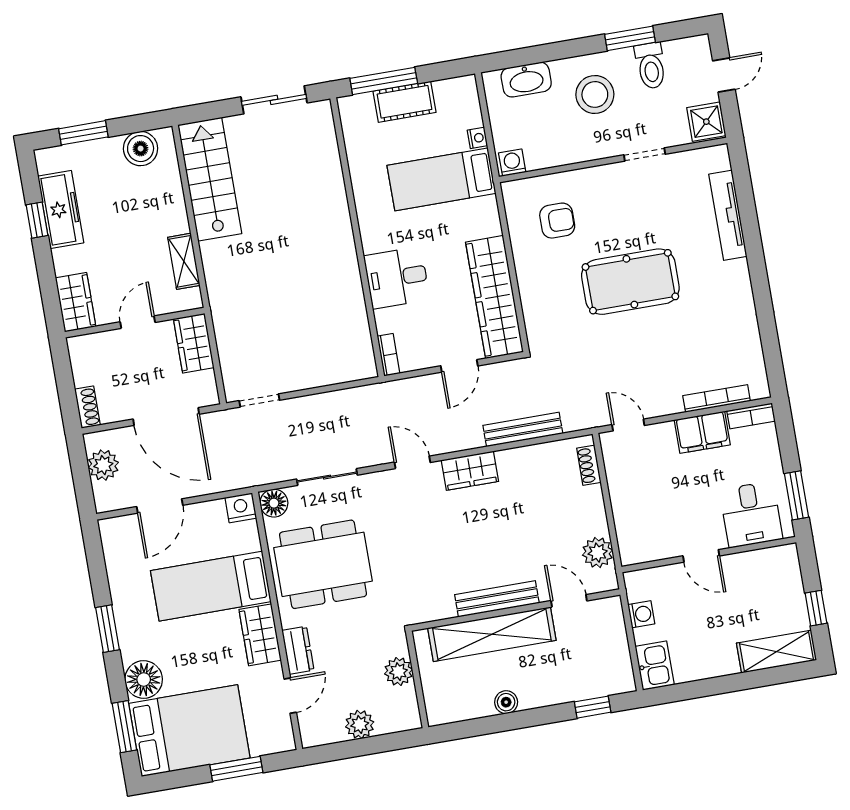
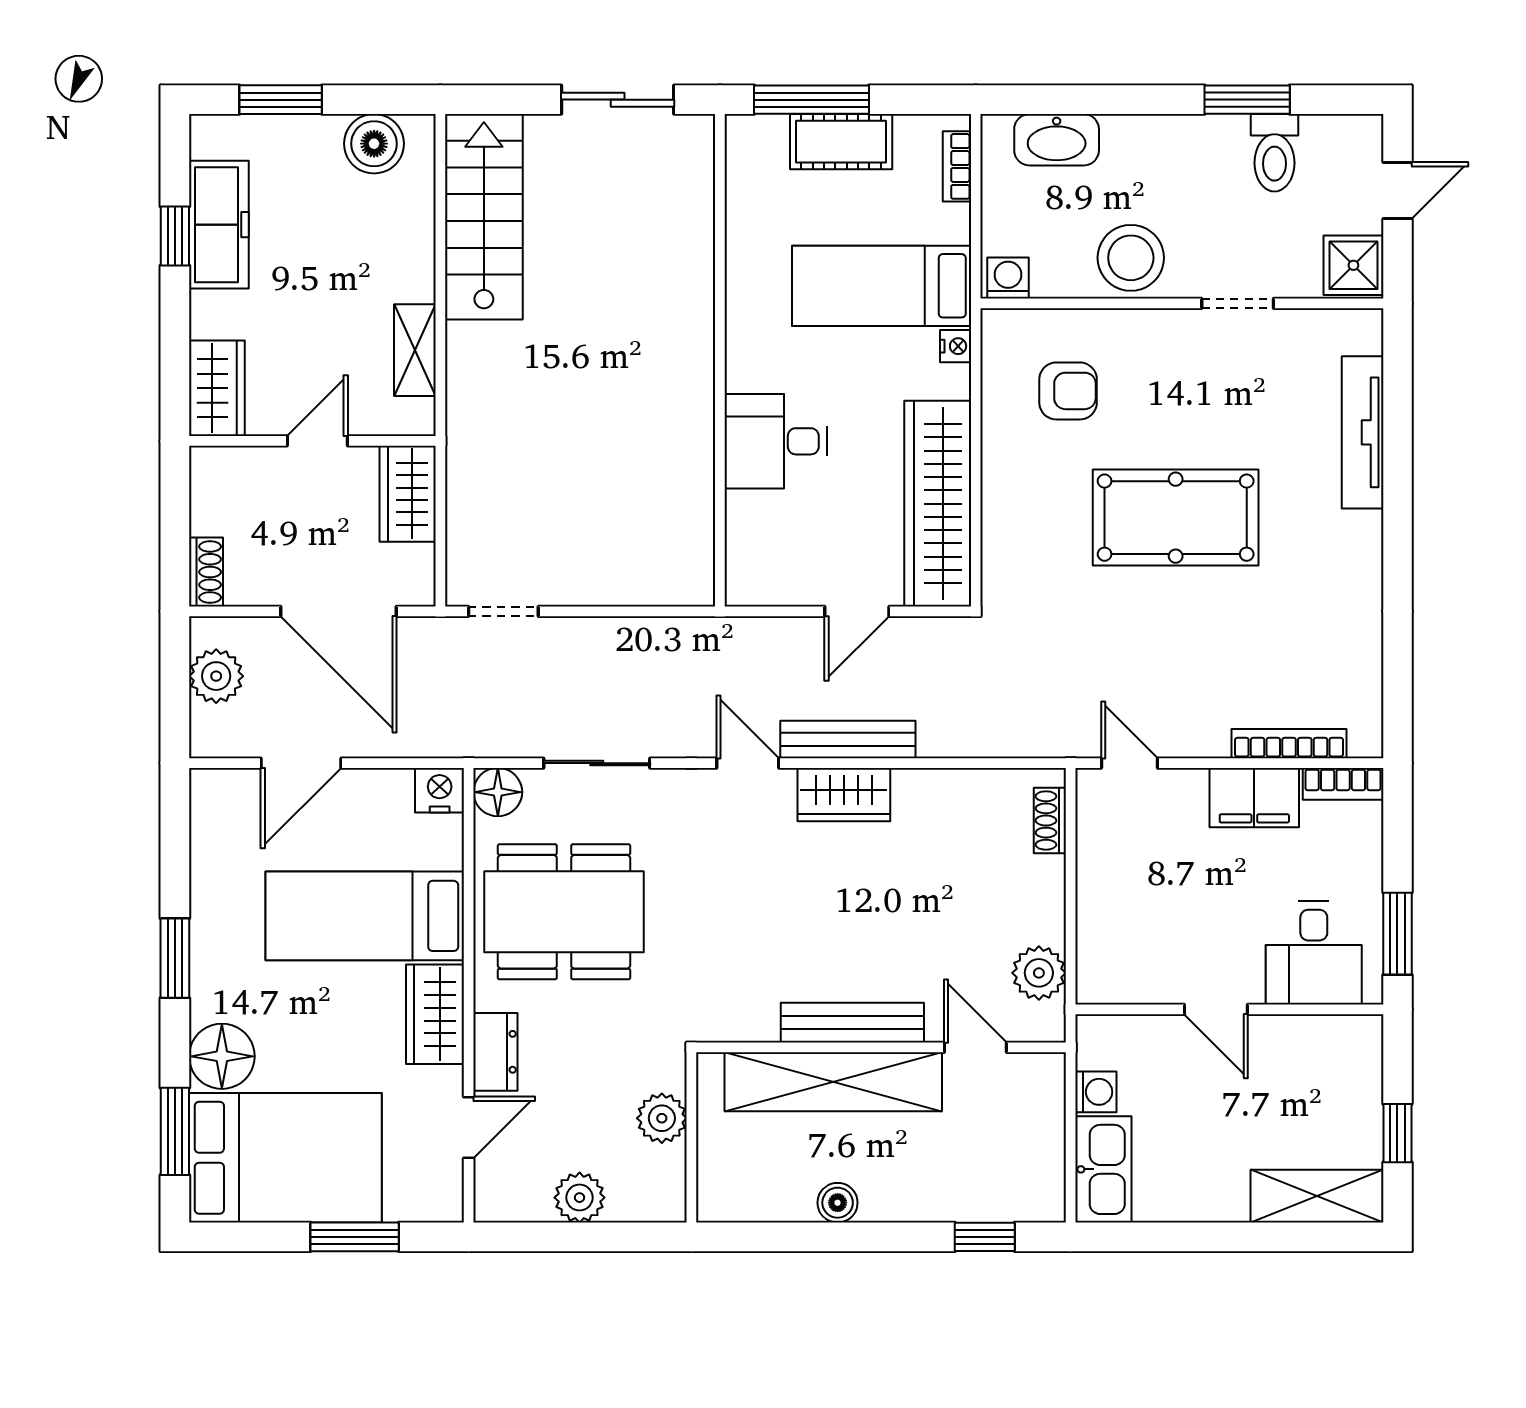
stool: (595, 94) -> (1131, 258), moved
nightstand: (477, 138) -> (956, 346), moved
bookcase: (389, 355) -> (957, 166), moved, turned 180
bench: (523, 429) -> (848, 739), moved
kitchen sink: (655, 666) -> (1103, 1169), width x1.38

